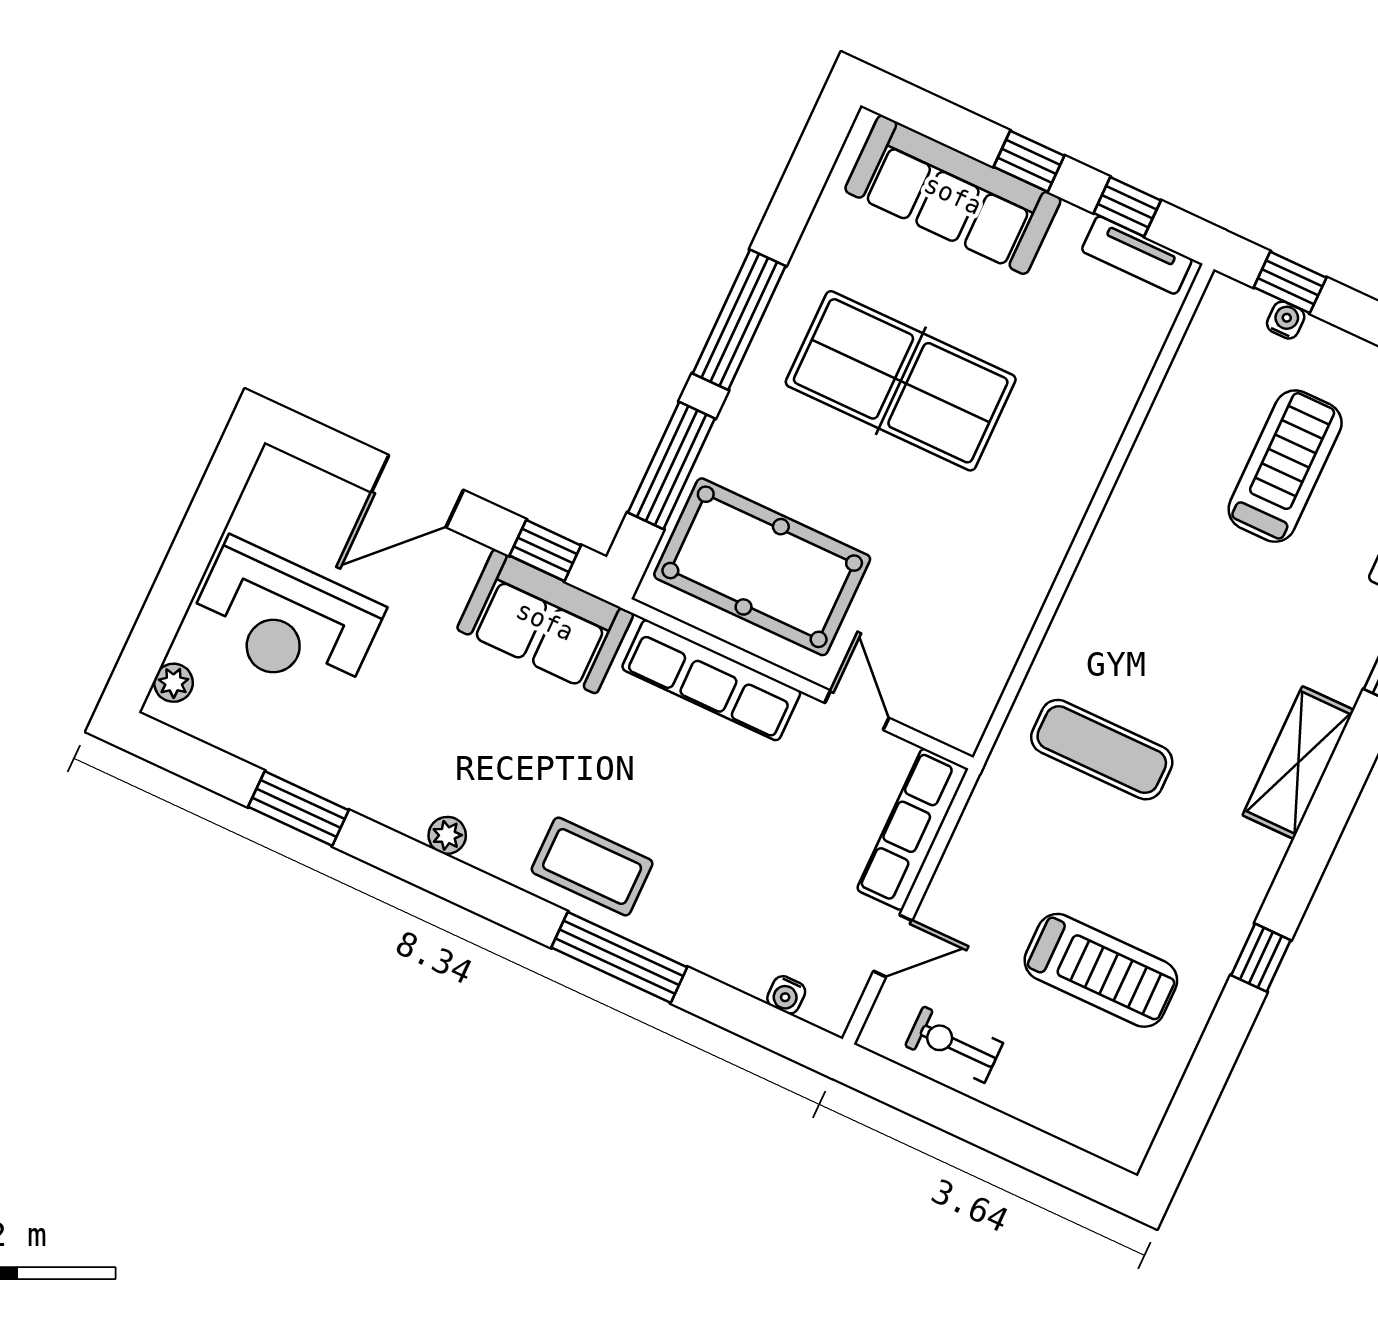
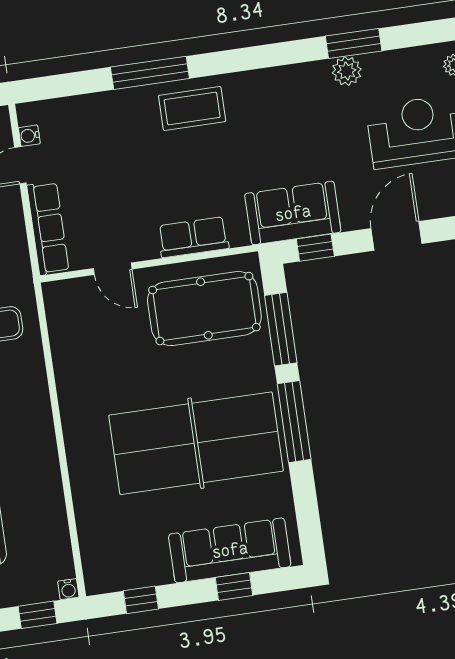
window: (1029, 161) -> (234, 586), moved
tv unit: (1137, 255) -> (121, 579), removed
water cooler: (1286, 320) -> (68, 589), moved
table tennis table: (901, 381) -> (196, 443), width x1.36, depth x1.32
row of seats: (711, 680) -> (193, 237), width x0.68
plant: (447, 835) -> (347, 71), moved, width x1.38, depth x1.38
water cooler: (786, 995) -> (29, 136), moved, turned -90

